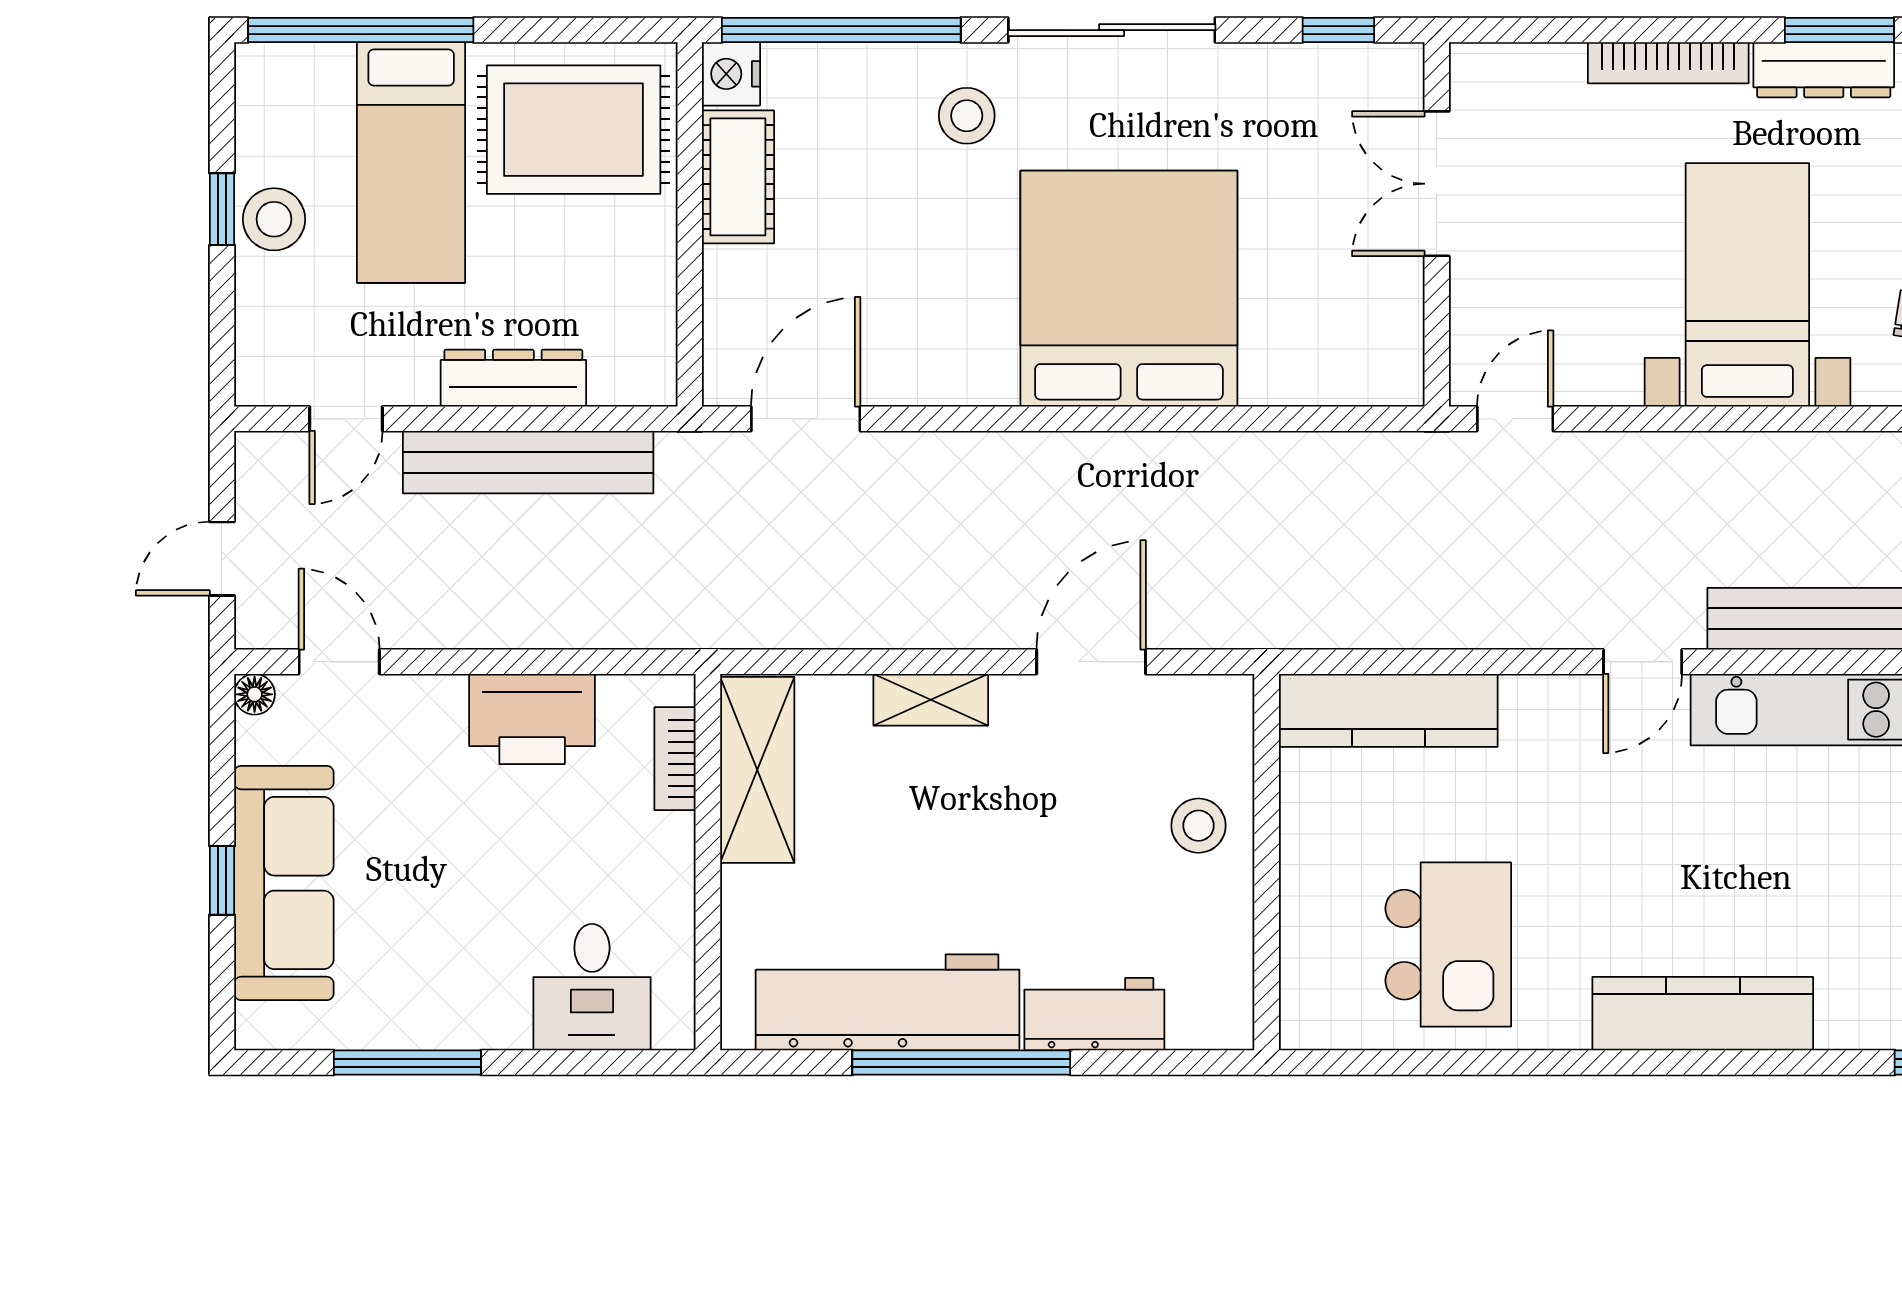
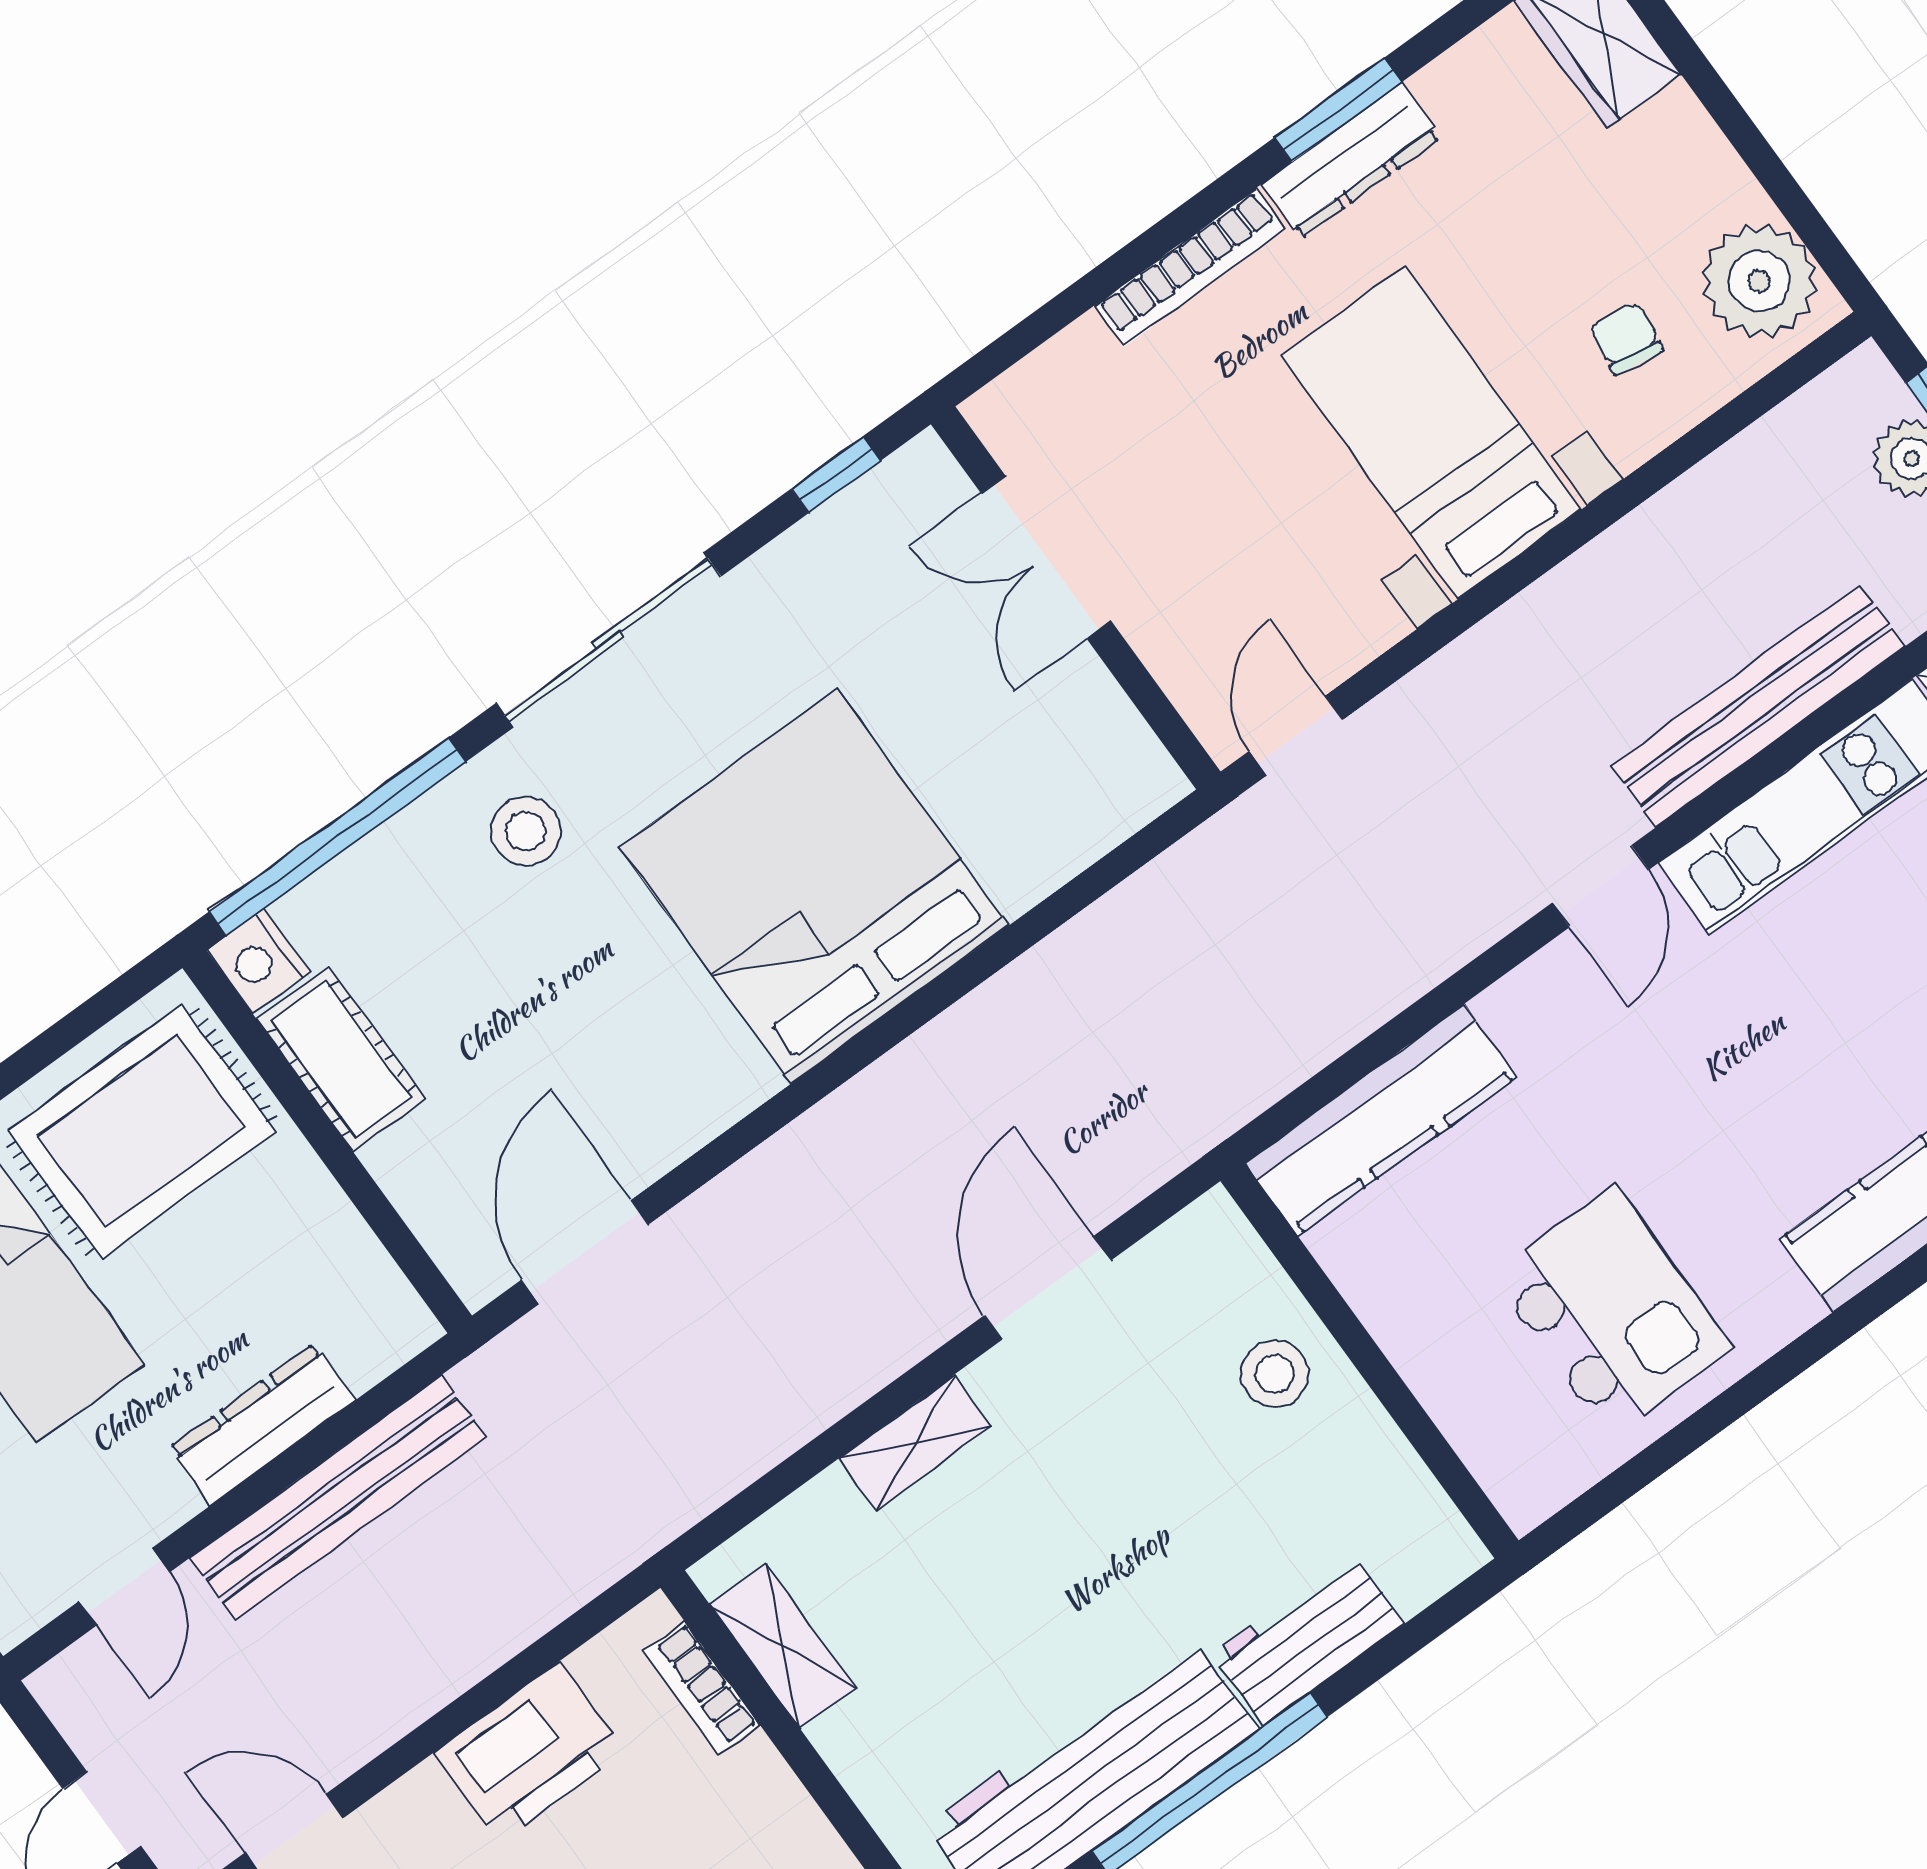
shelving: (757, 770) -> (783, 1646), width x0.67, depth x0.75

